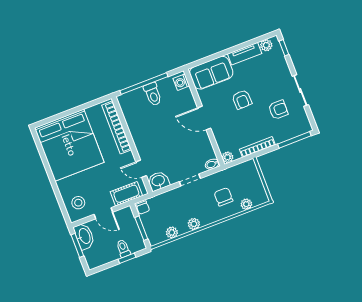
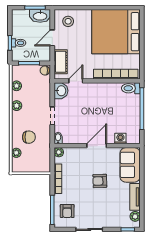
washing machine: (181, 82) -> (120, 138), moved
toilet: (153, 94) -> (131, 88), moved
armchair: (278, 110) -> (67, 211), moved

